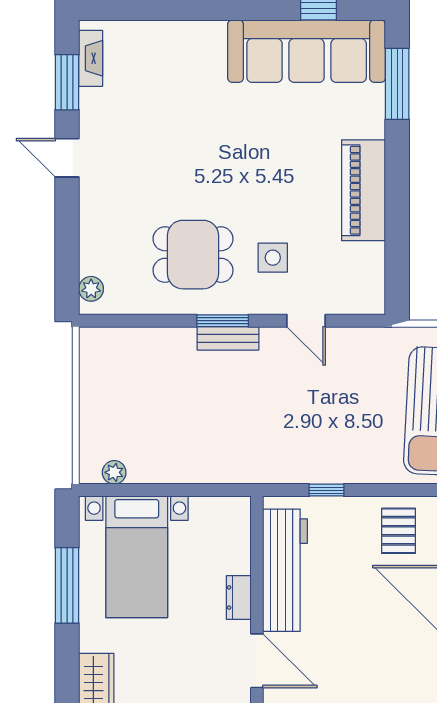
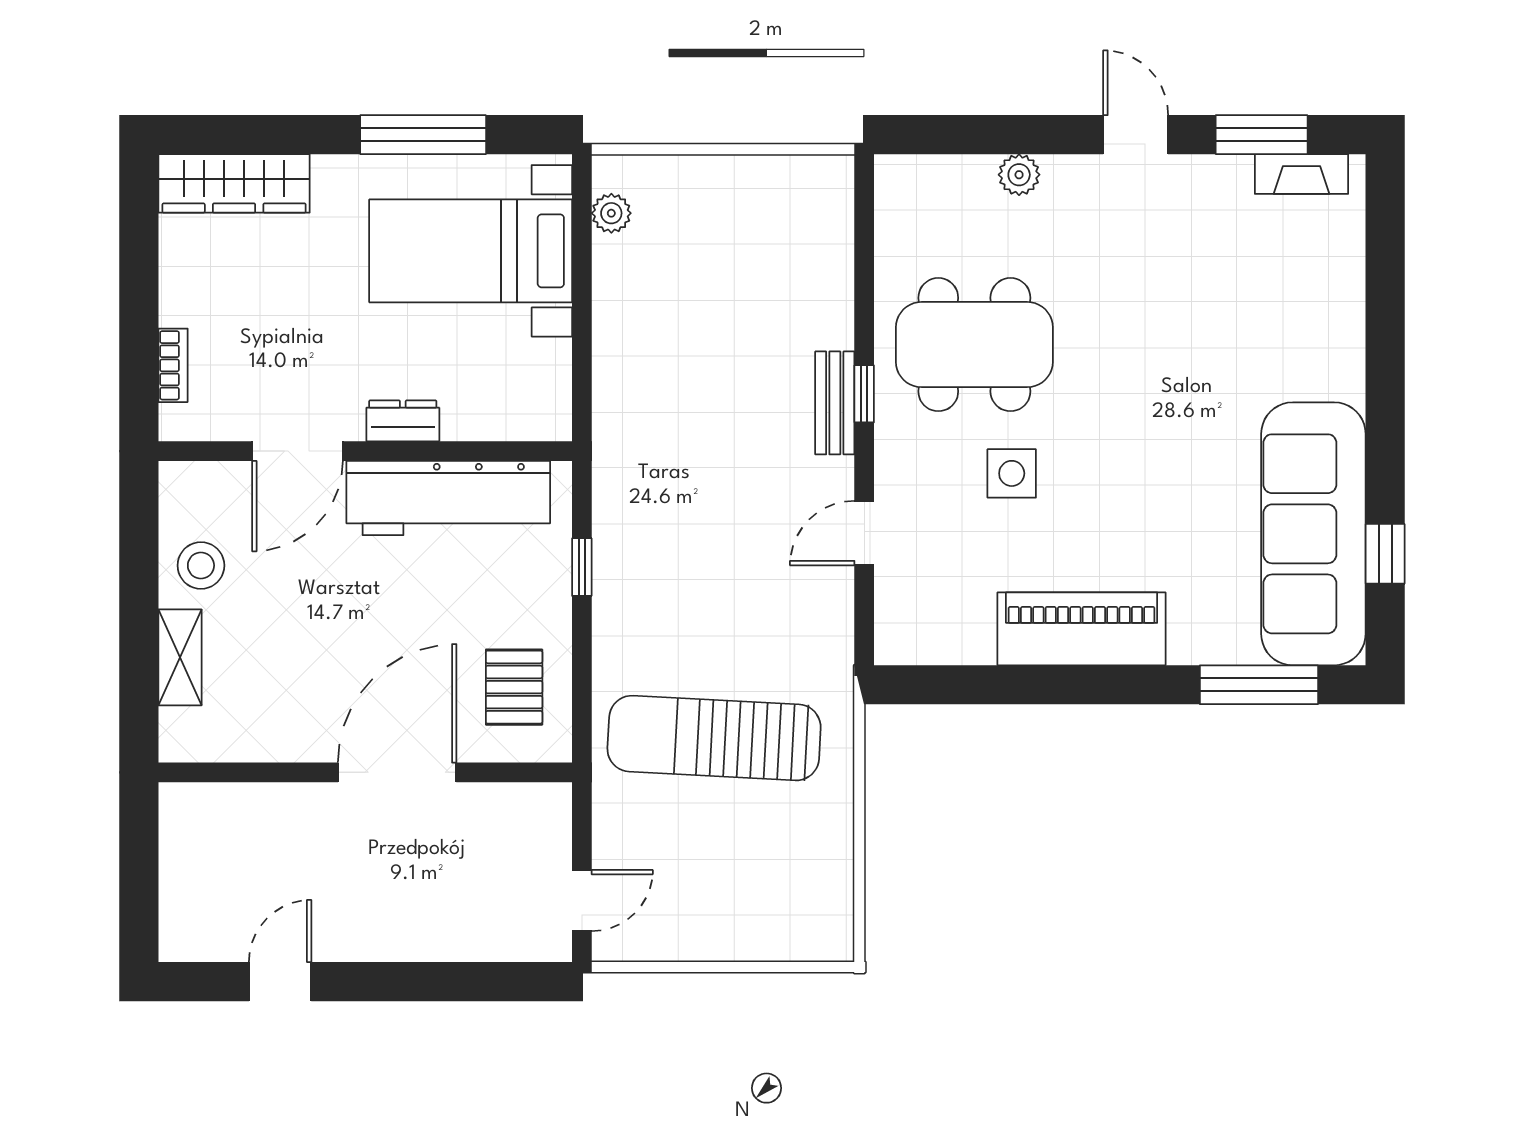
door: (67, 158) -> (1136, 135), hinge flipped
dining table: (193, 255) -> (974, 345), width x1.37
side table: (273, 258) -> (1012, 473), moved
plant: (91, 289) -> (1019, 175), moved
window: (223, 321) -> (864, 394), width x0.67
pallet: (398, 531) -> (514, 687), turned 90

